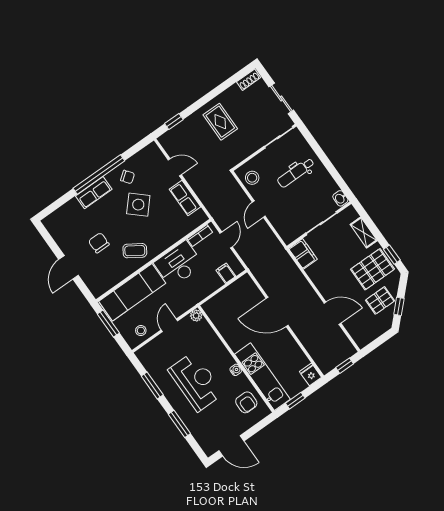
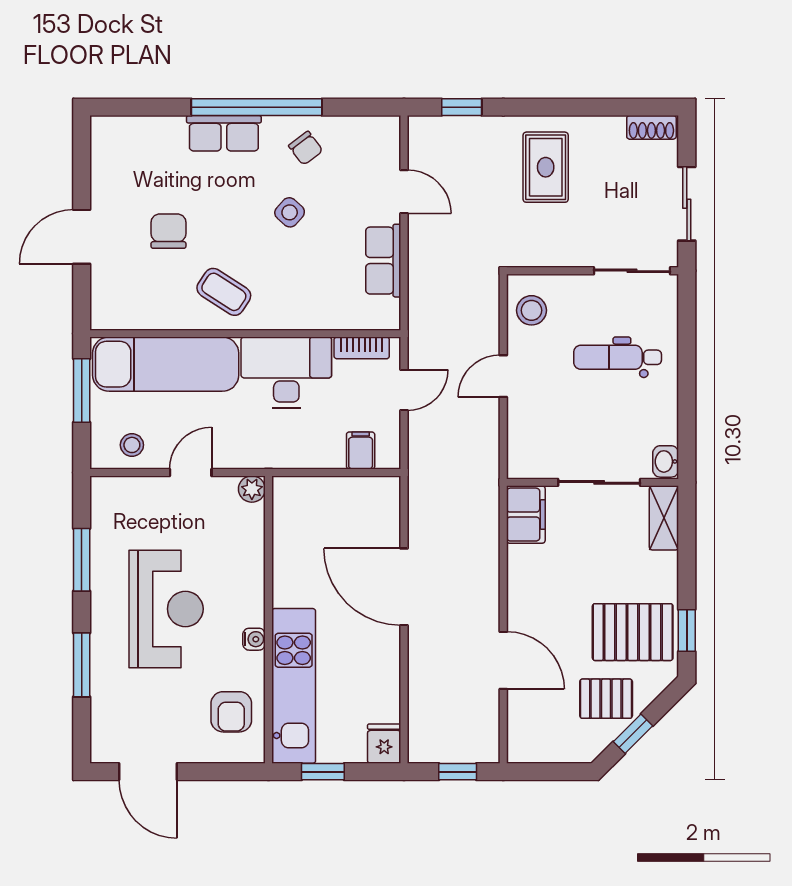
side table: (138, 205) -> (290, 212), width x0.54, depth x0.54
shelving: (364, 232) -> (664, 518), moved

